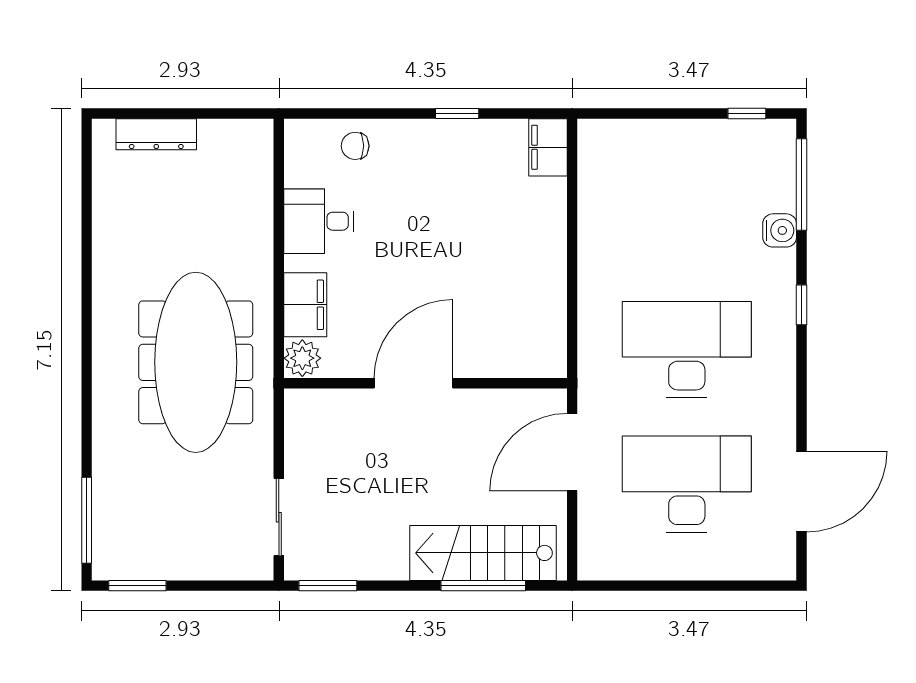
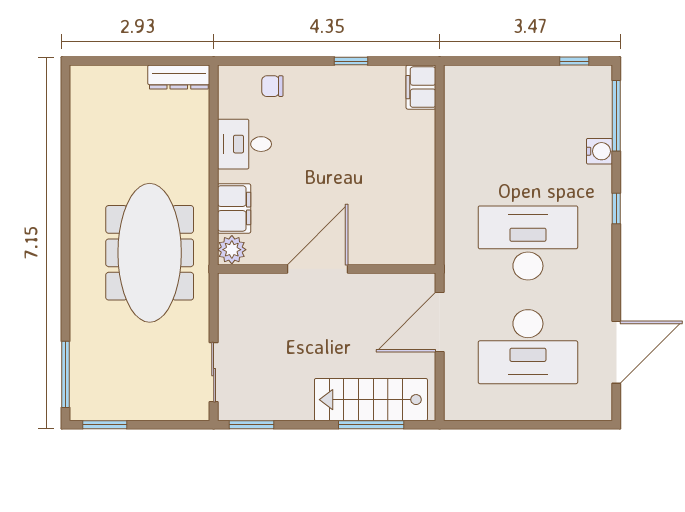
dresser: (156, 134) -> (179, 77), moved
desk: (687, 484) -> (528, 347), turned 180

